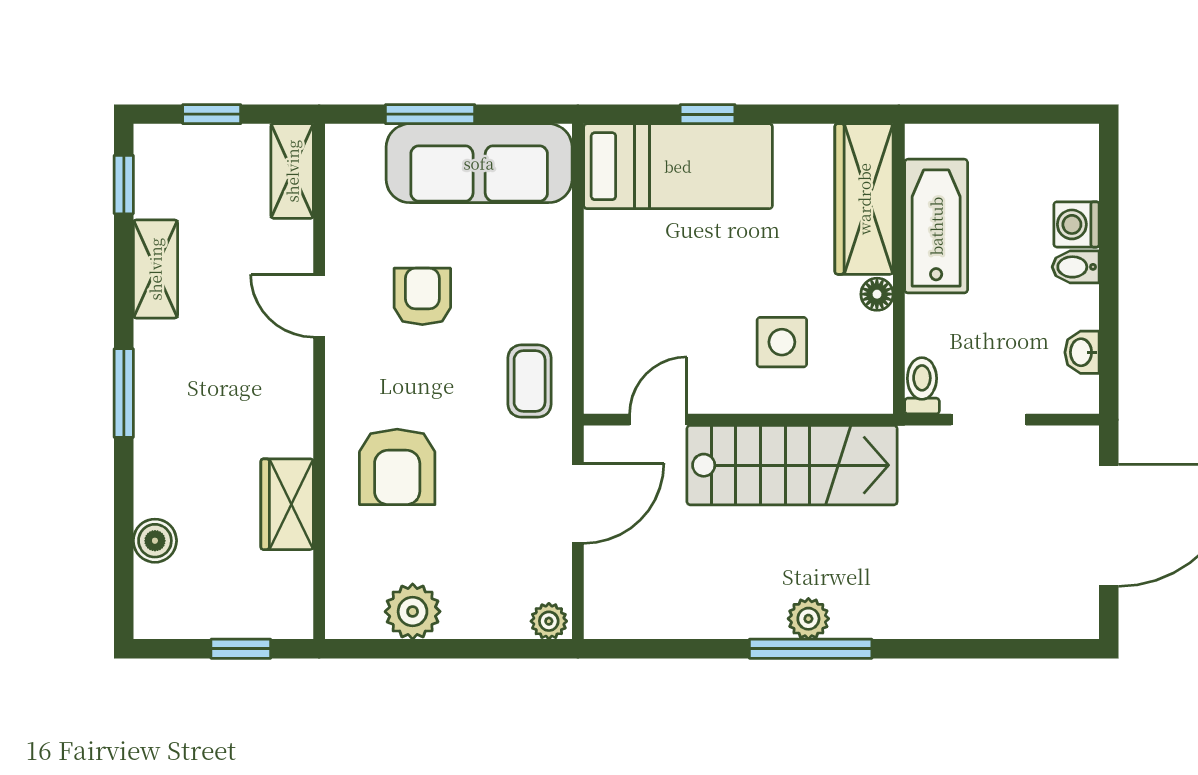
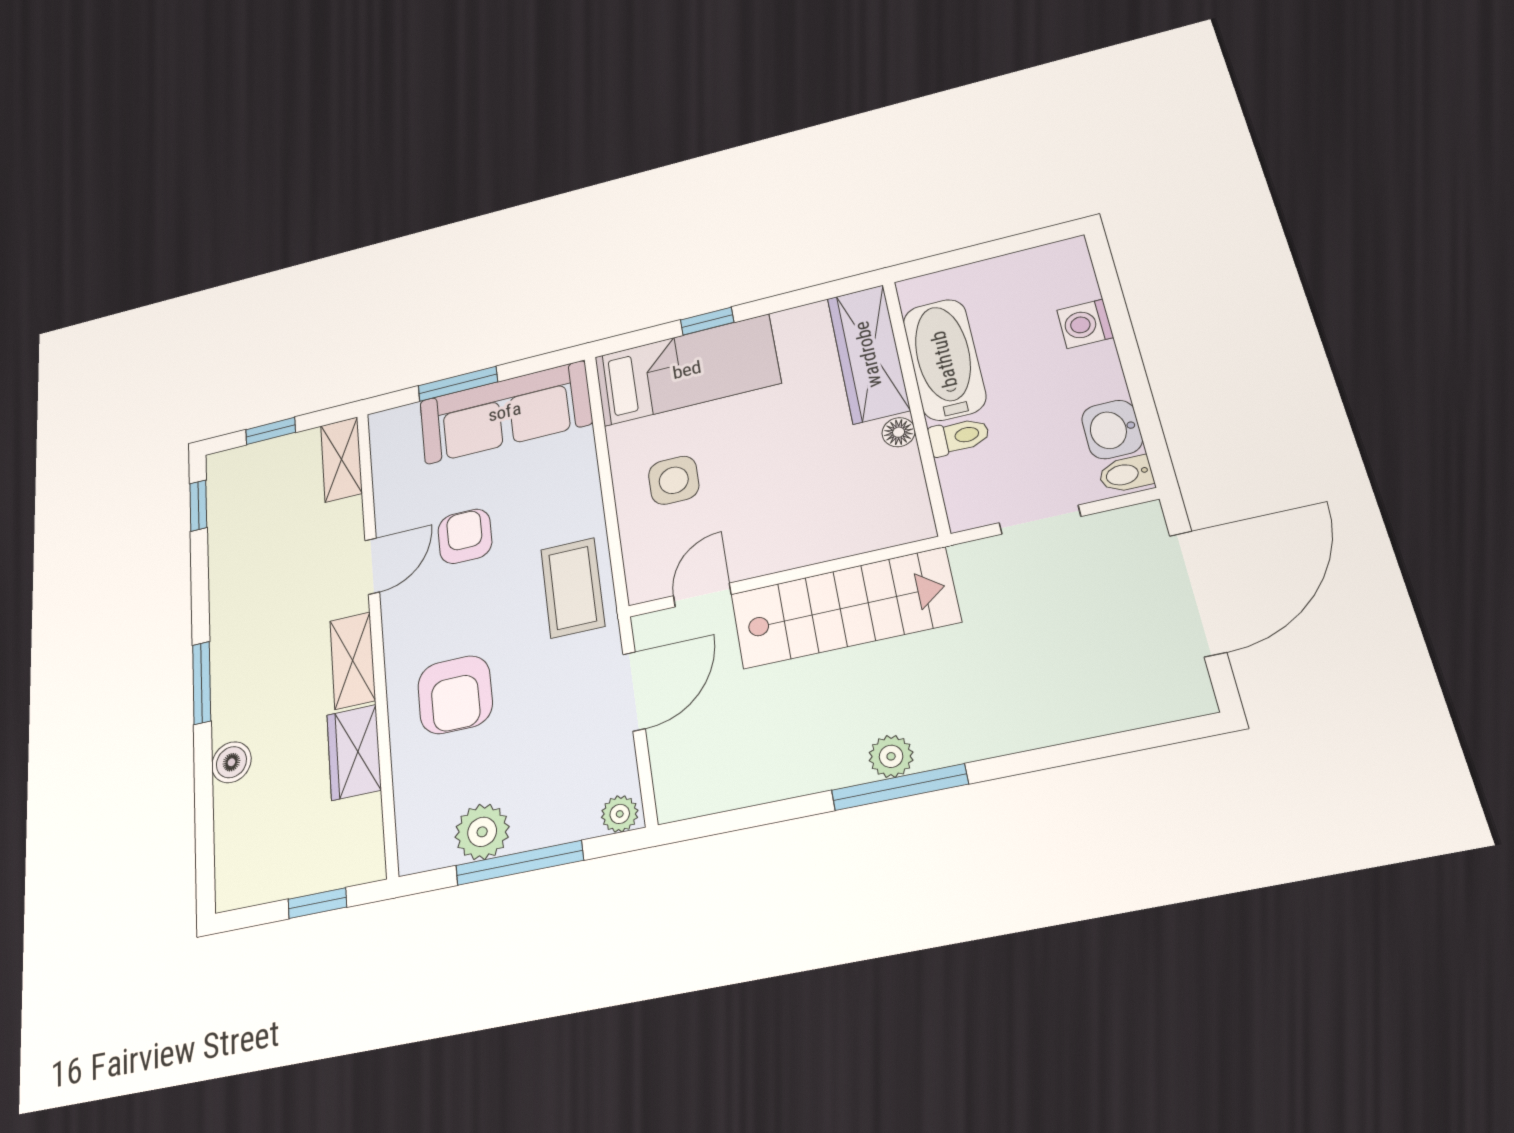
bidet: (1076, 267) -> (1126, 474), moved
shelving: (155, 269) -> (353, 660), moved
door: (319, 306) -> (372, 566), swing flipped
side table: (782, 342) -> (674, 480), moved
washbasin: (1082, 352) -> (1112, 429), width x1.38, depth x1.45
coffee table: (530, 381) -> (573, 588), width x1.36, depth x1.30
toilet: (922, 386) -> (959, 436), moved, turned 90
boiler: (155, 541) -> (231, 762), moved
window: (447, 649) -> (519, 863), added

